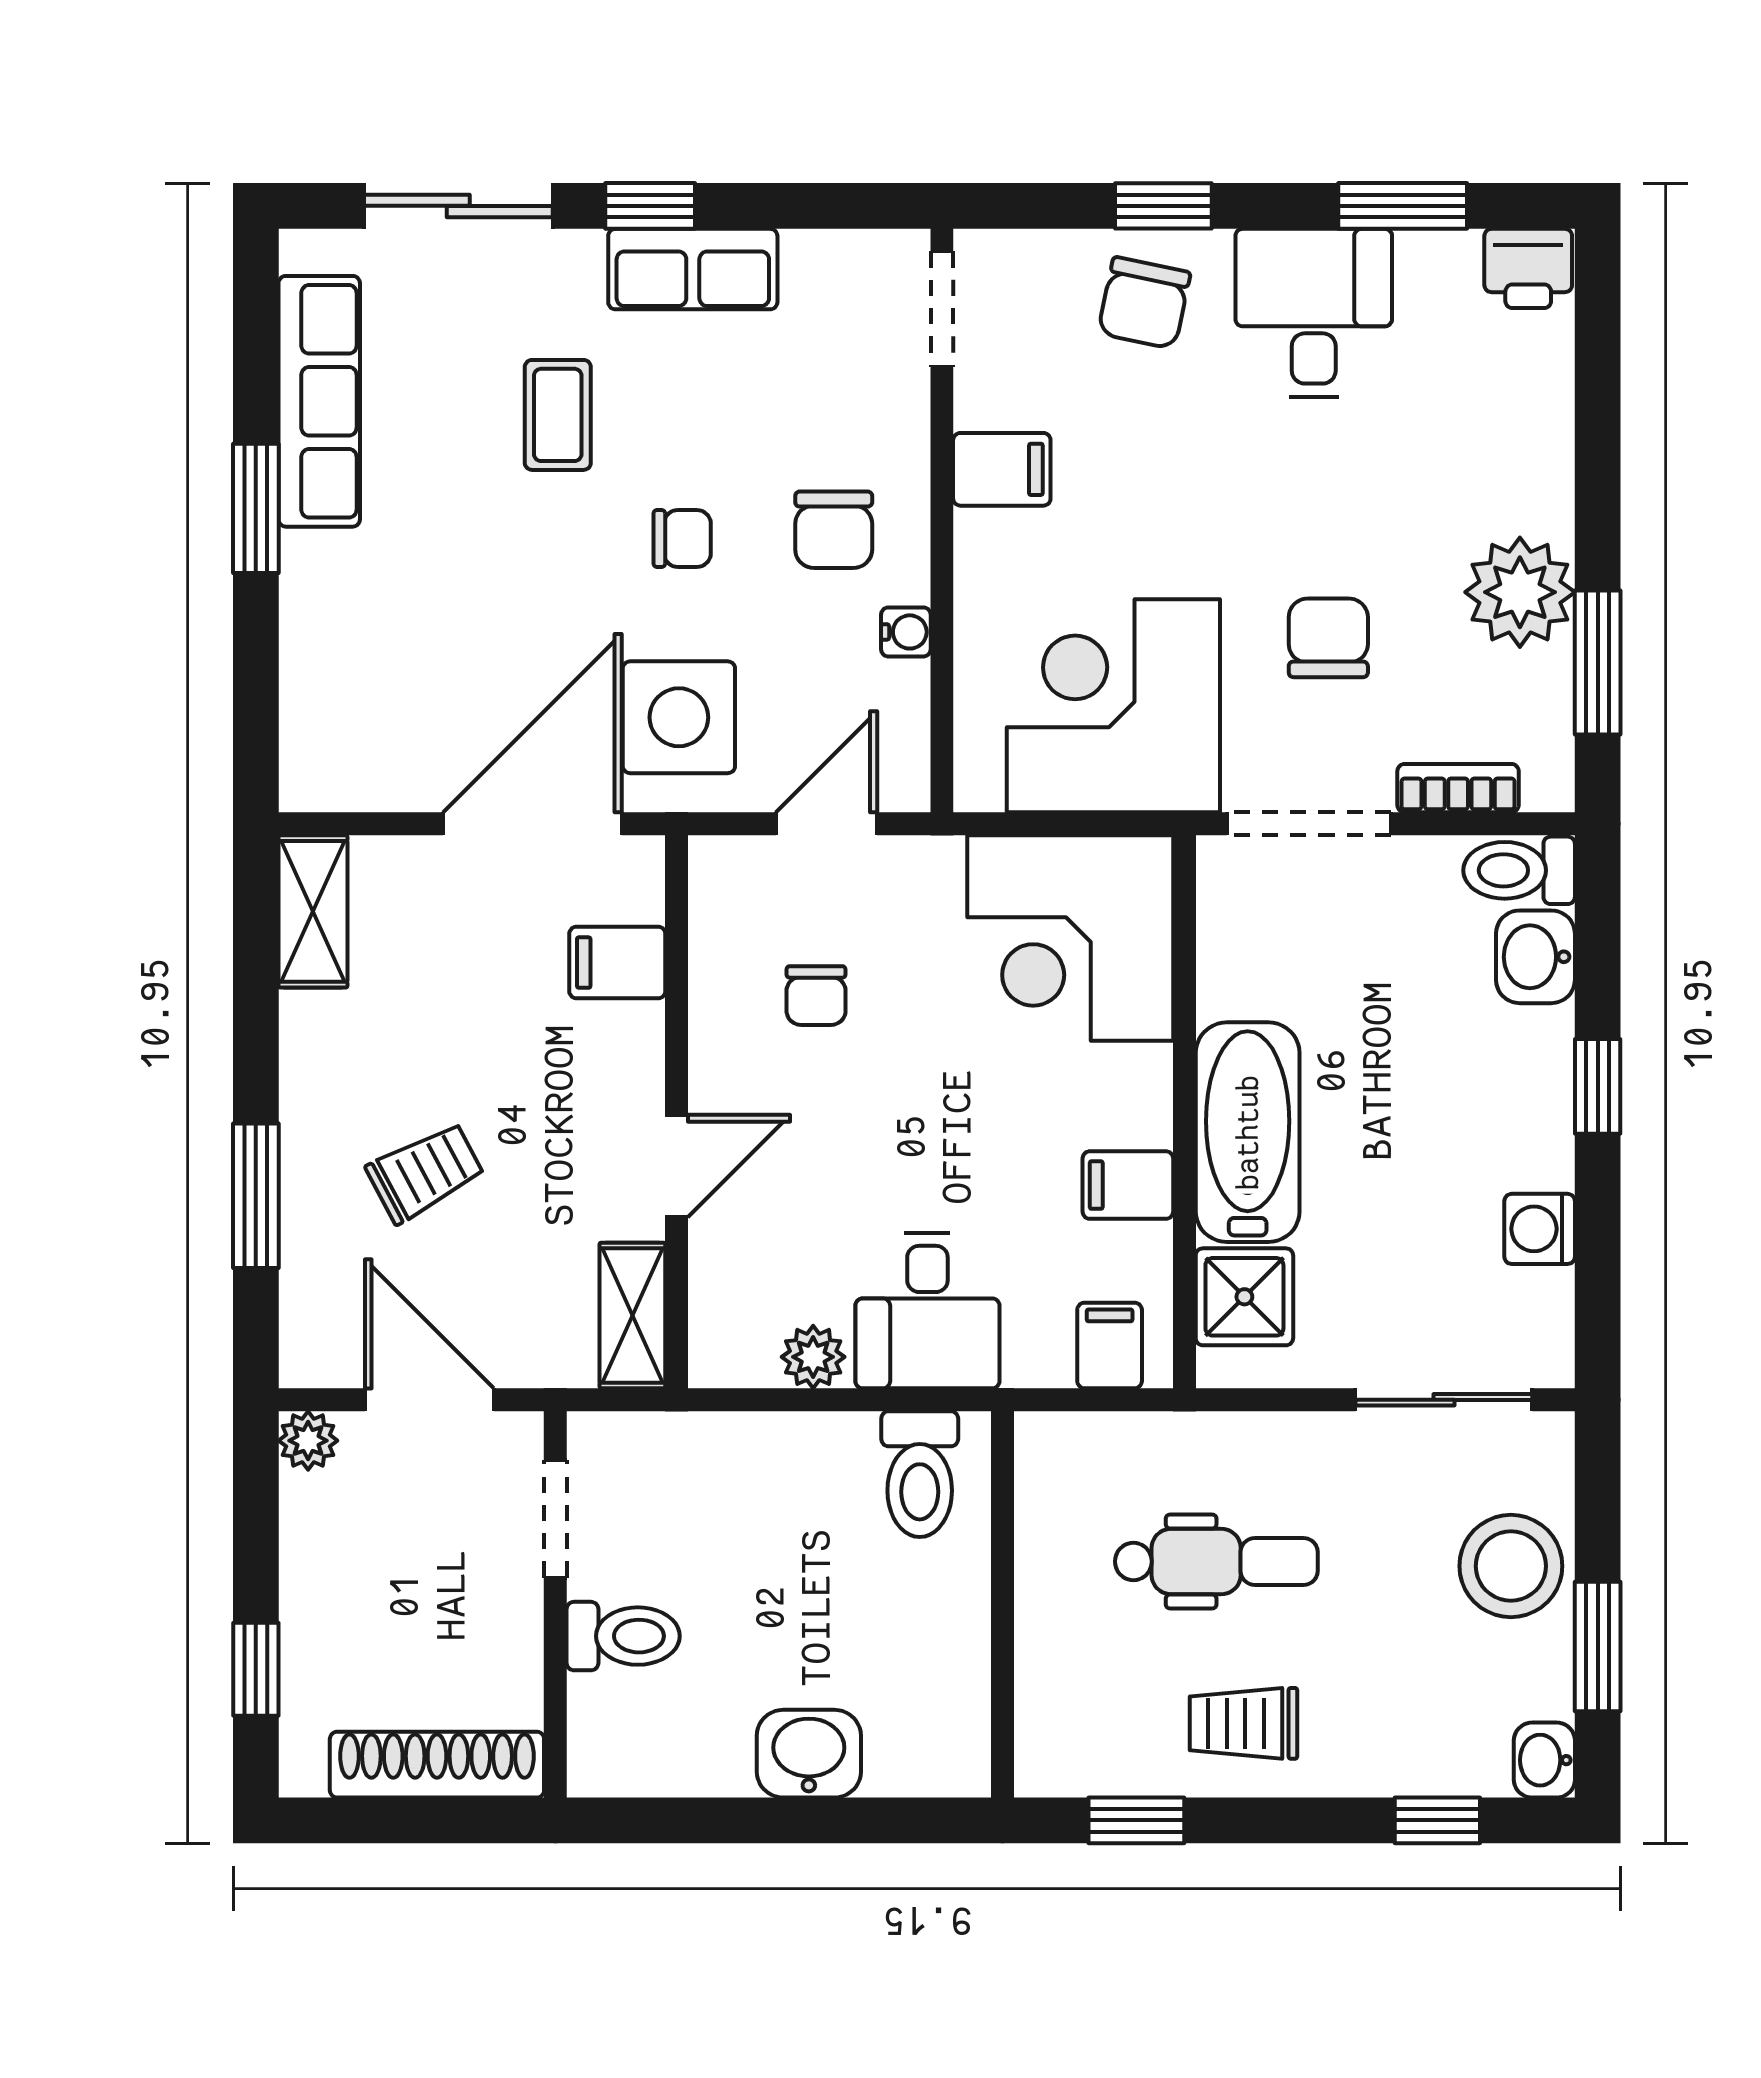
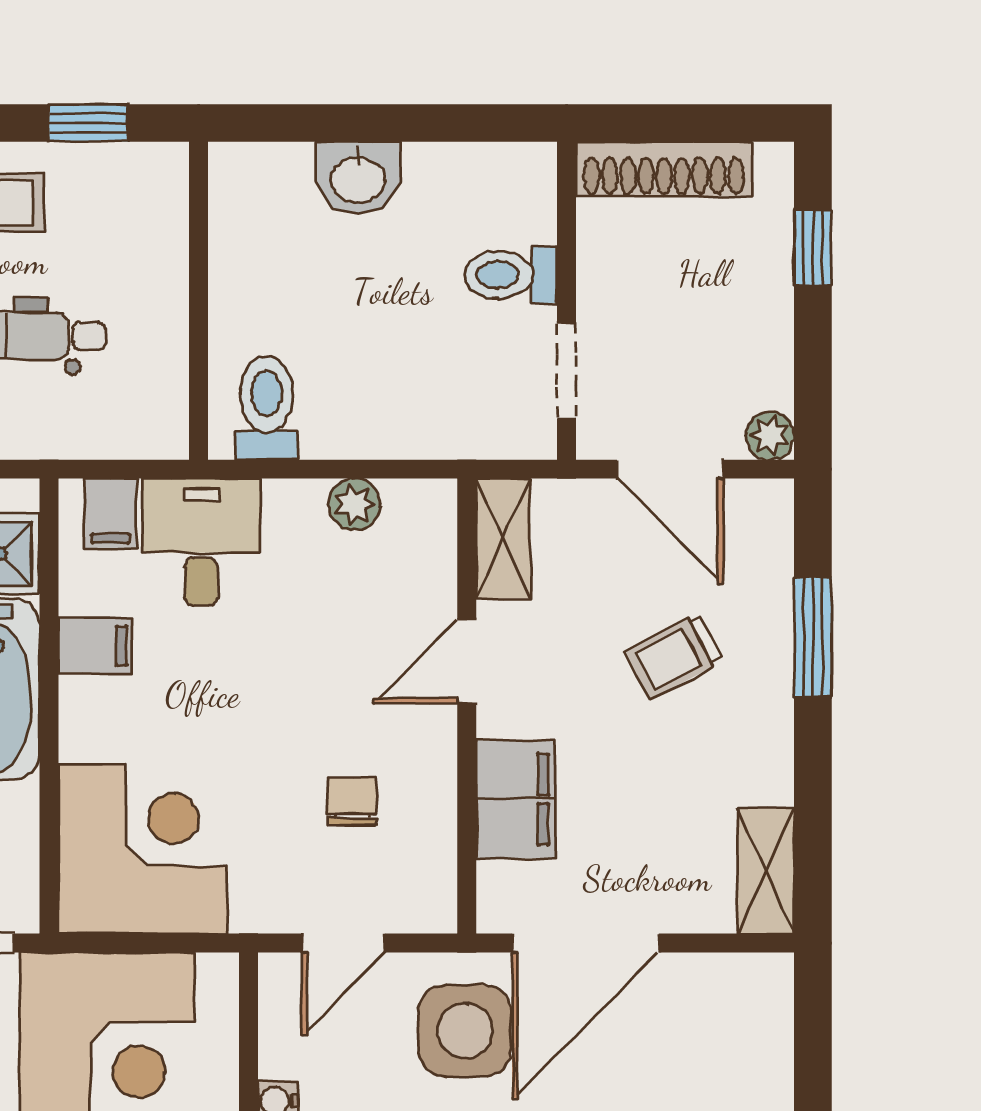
filing cabinet: (617, 963) -> (516, 799), width x2.00
desk: (927, 1311) -> (201, 542), moved

